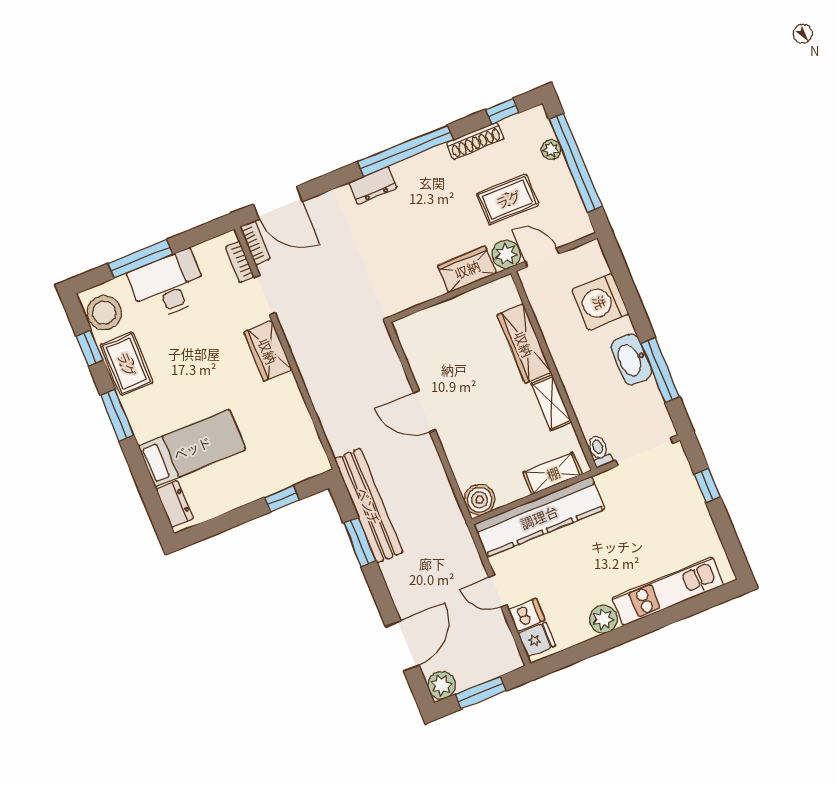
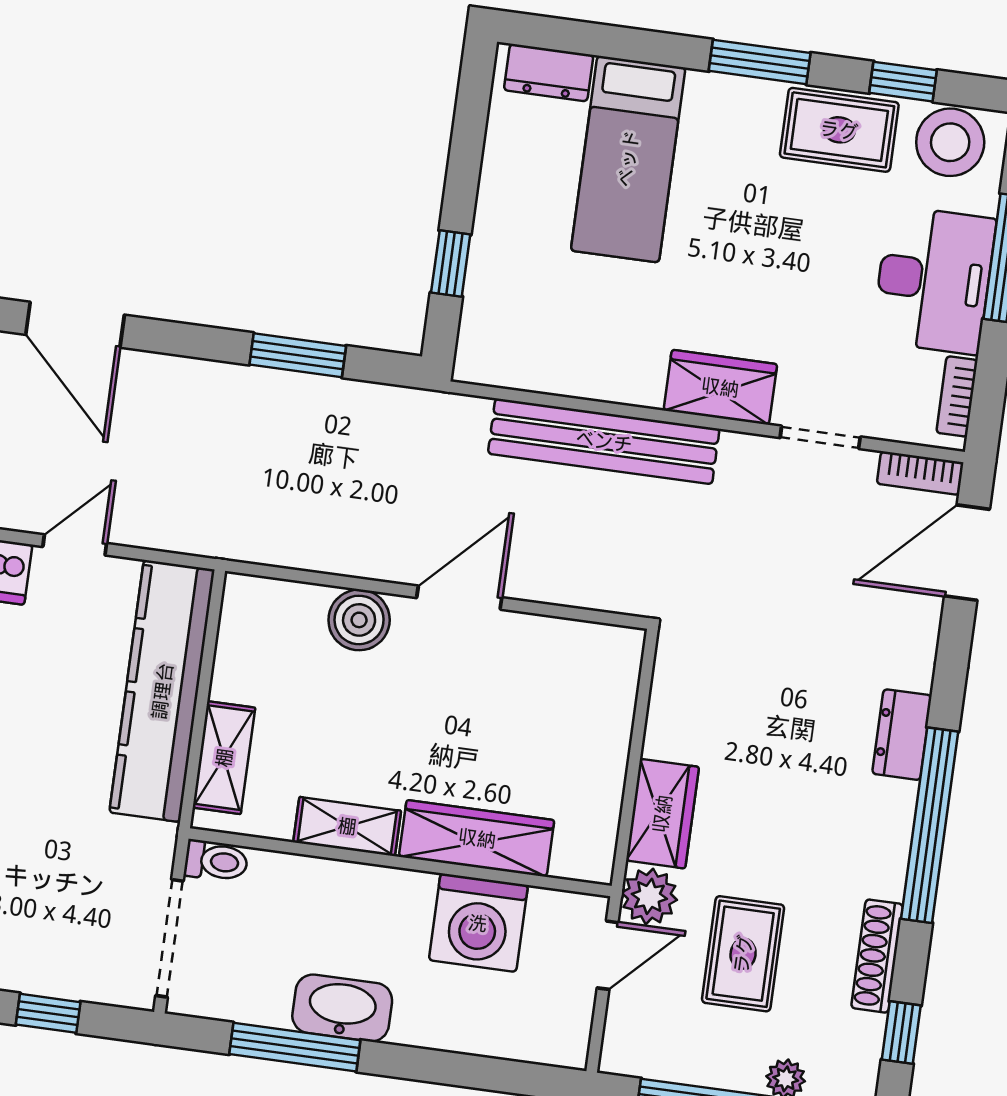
bookcase: (240, 262) -> (957, 396), moved, turned -90
washing machine: (600, 302) -> (478, 923), moved, turned 180
boiler: (480, 500) -> (359, 620), moved
bench: (369, 506) -> (604, 441), moved

